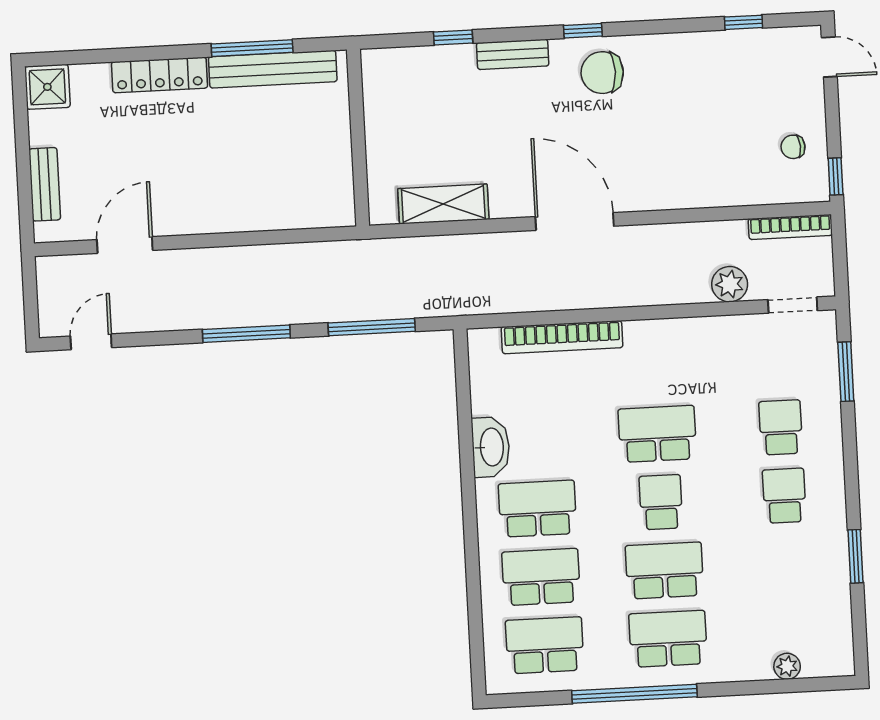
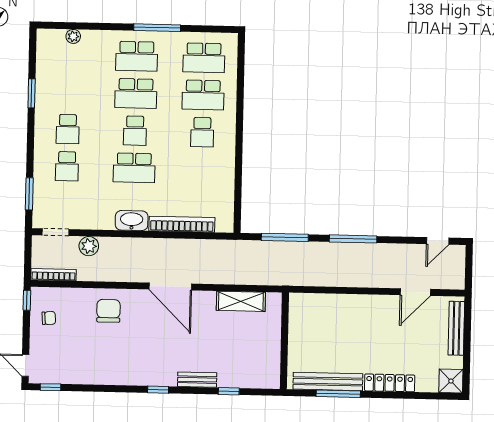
window: (744, 22) -> (51, 387), moved
chair: (602, 73) -> (108, 311), moved, turned -90
bench: (45, 184) -> (456, 328), width x1.36
washbasin: (491, 447) -> (132, 221), moved, turned 90
school desk: (537, 509) -> (202, 132), width x0.54
window: (634, 694) -> (157, 28), width x0.68

